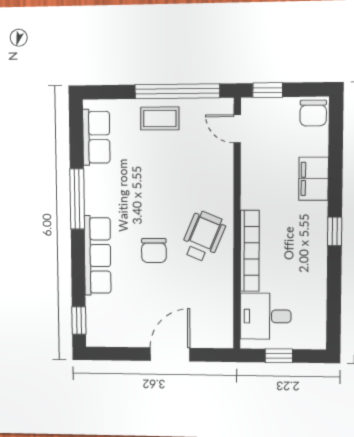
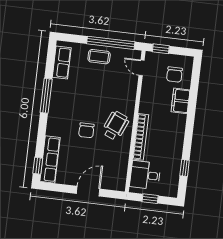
chair: (313, 113) -> (174, 75), moved
window: (335, 231) -> (185, 168), moved
row of seats: (98, 256) -> (50, 159), moved

